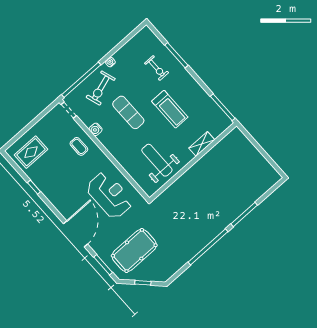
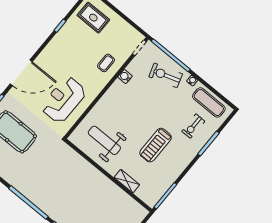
exercise mat: (128, 112) -> (209, 102), moved, turned 90
weight bench: (157, 160) -> (104, 140), turned -90
reception desk: (109, 195) -> (64, 100), turned 180

